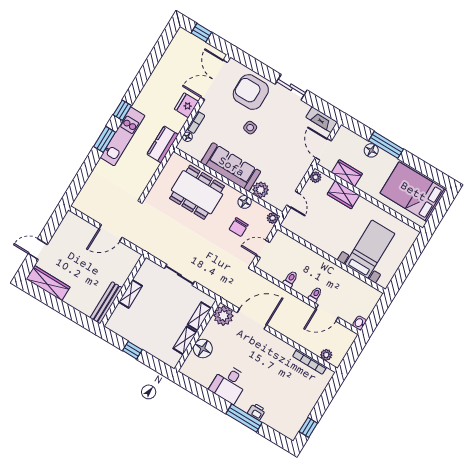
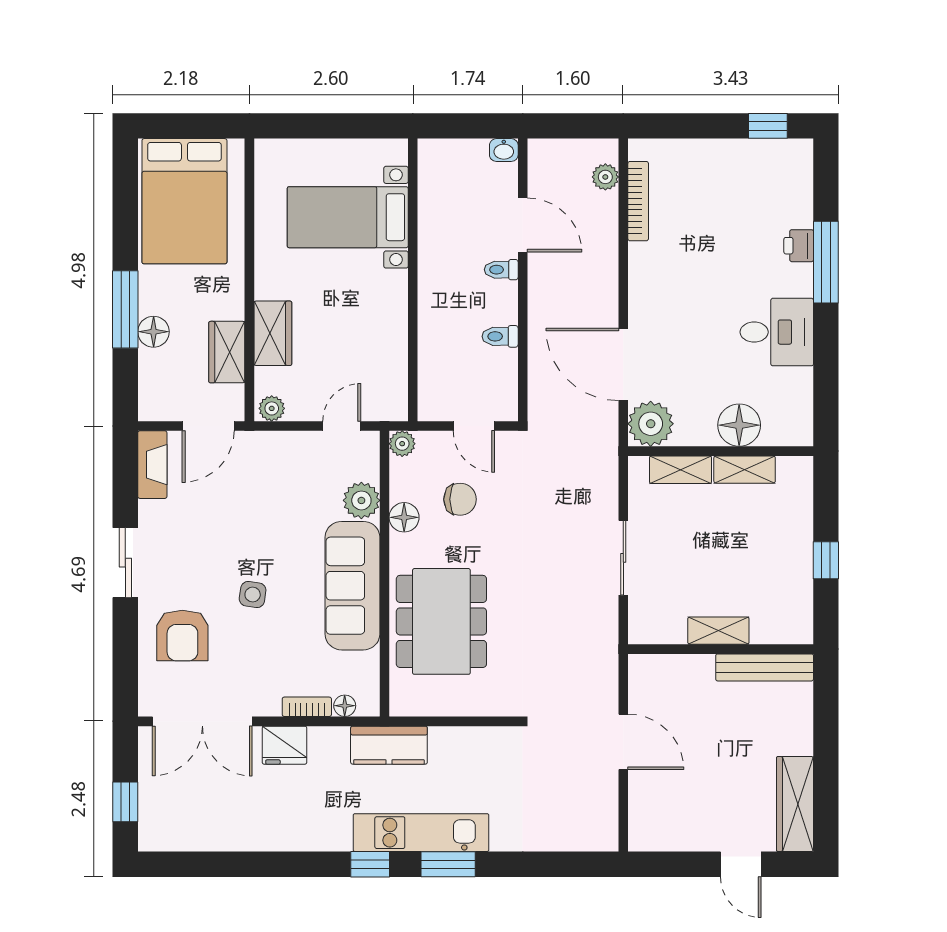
armchair: (251, 92) -> (182, 636), width x0.73, depth x0.73

